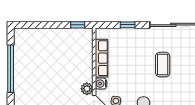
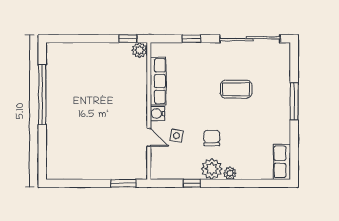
coffee table: (163, 64) -> (236, 89), turned 90
plant: (87, 89) -> (140, 50), moved

